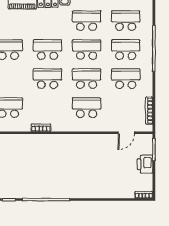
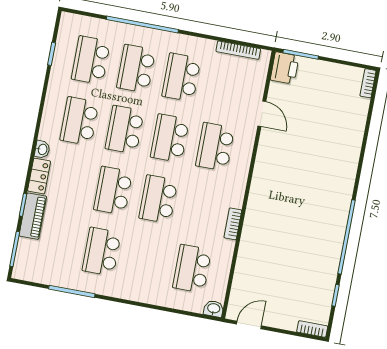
door: (126, 133) -> (262, 114), moved
printer: (145, 164) -> (285, 68), moved, turned -90

